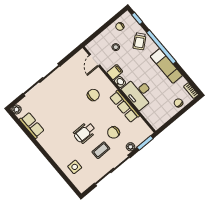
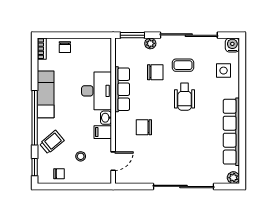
row of seats: (32, 125) -> (231, 132), width x2.02
wheelchair: (85, 133) -> (185, 97), turned 90
water cooler: (82, 186) -> (232, 45), added

